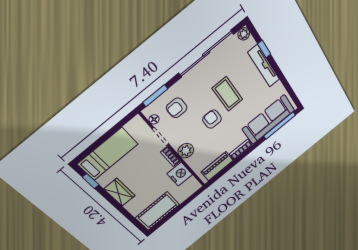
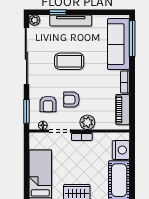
armchair: (212, 119) -> (71, 100), moved
nightstand: (180, 174) -> (121, 150), moved, turned 90

